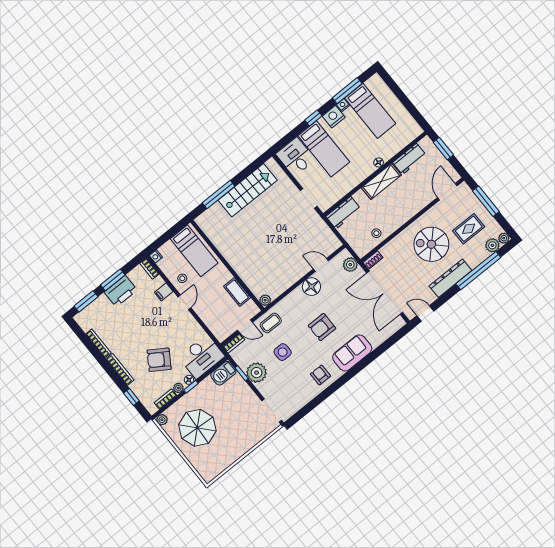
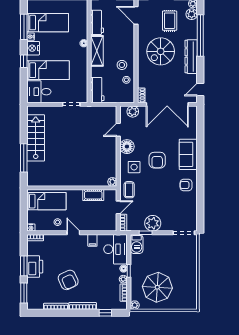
stool: (387, 217) -> (122, 65), added
filing cabinet: (164, 292) -> (92, 240), moved
side table: (283, 352) -> (134, 167), moved
armchair: (159, 360) -> (68, 280), moved, turned -58

